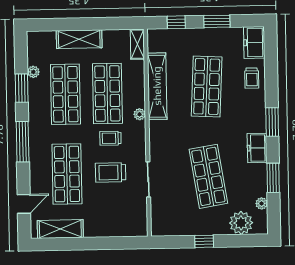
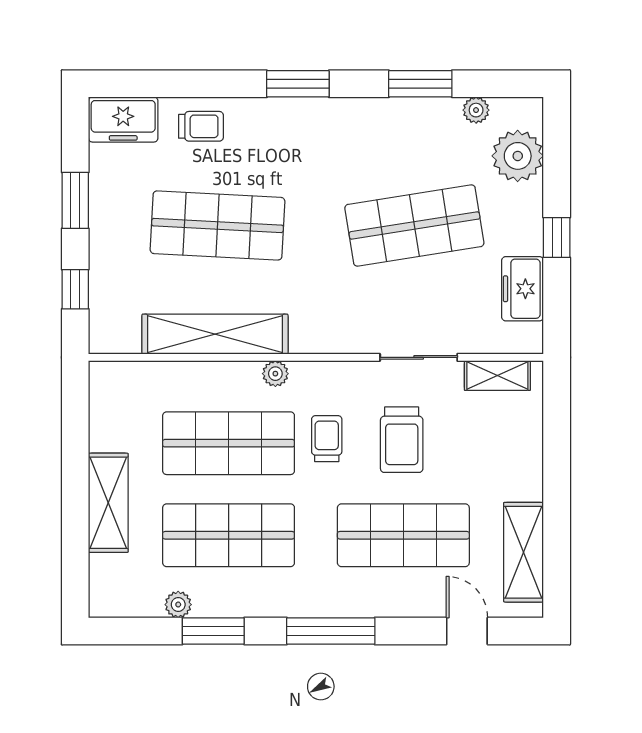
shelving: (137, 44) -> (497, 376), moved
trolley: (110, 138) -> (327, 439), turned 180
freezer: (257, 148) -> (523, 289), moved, turned 90

